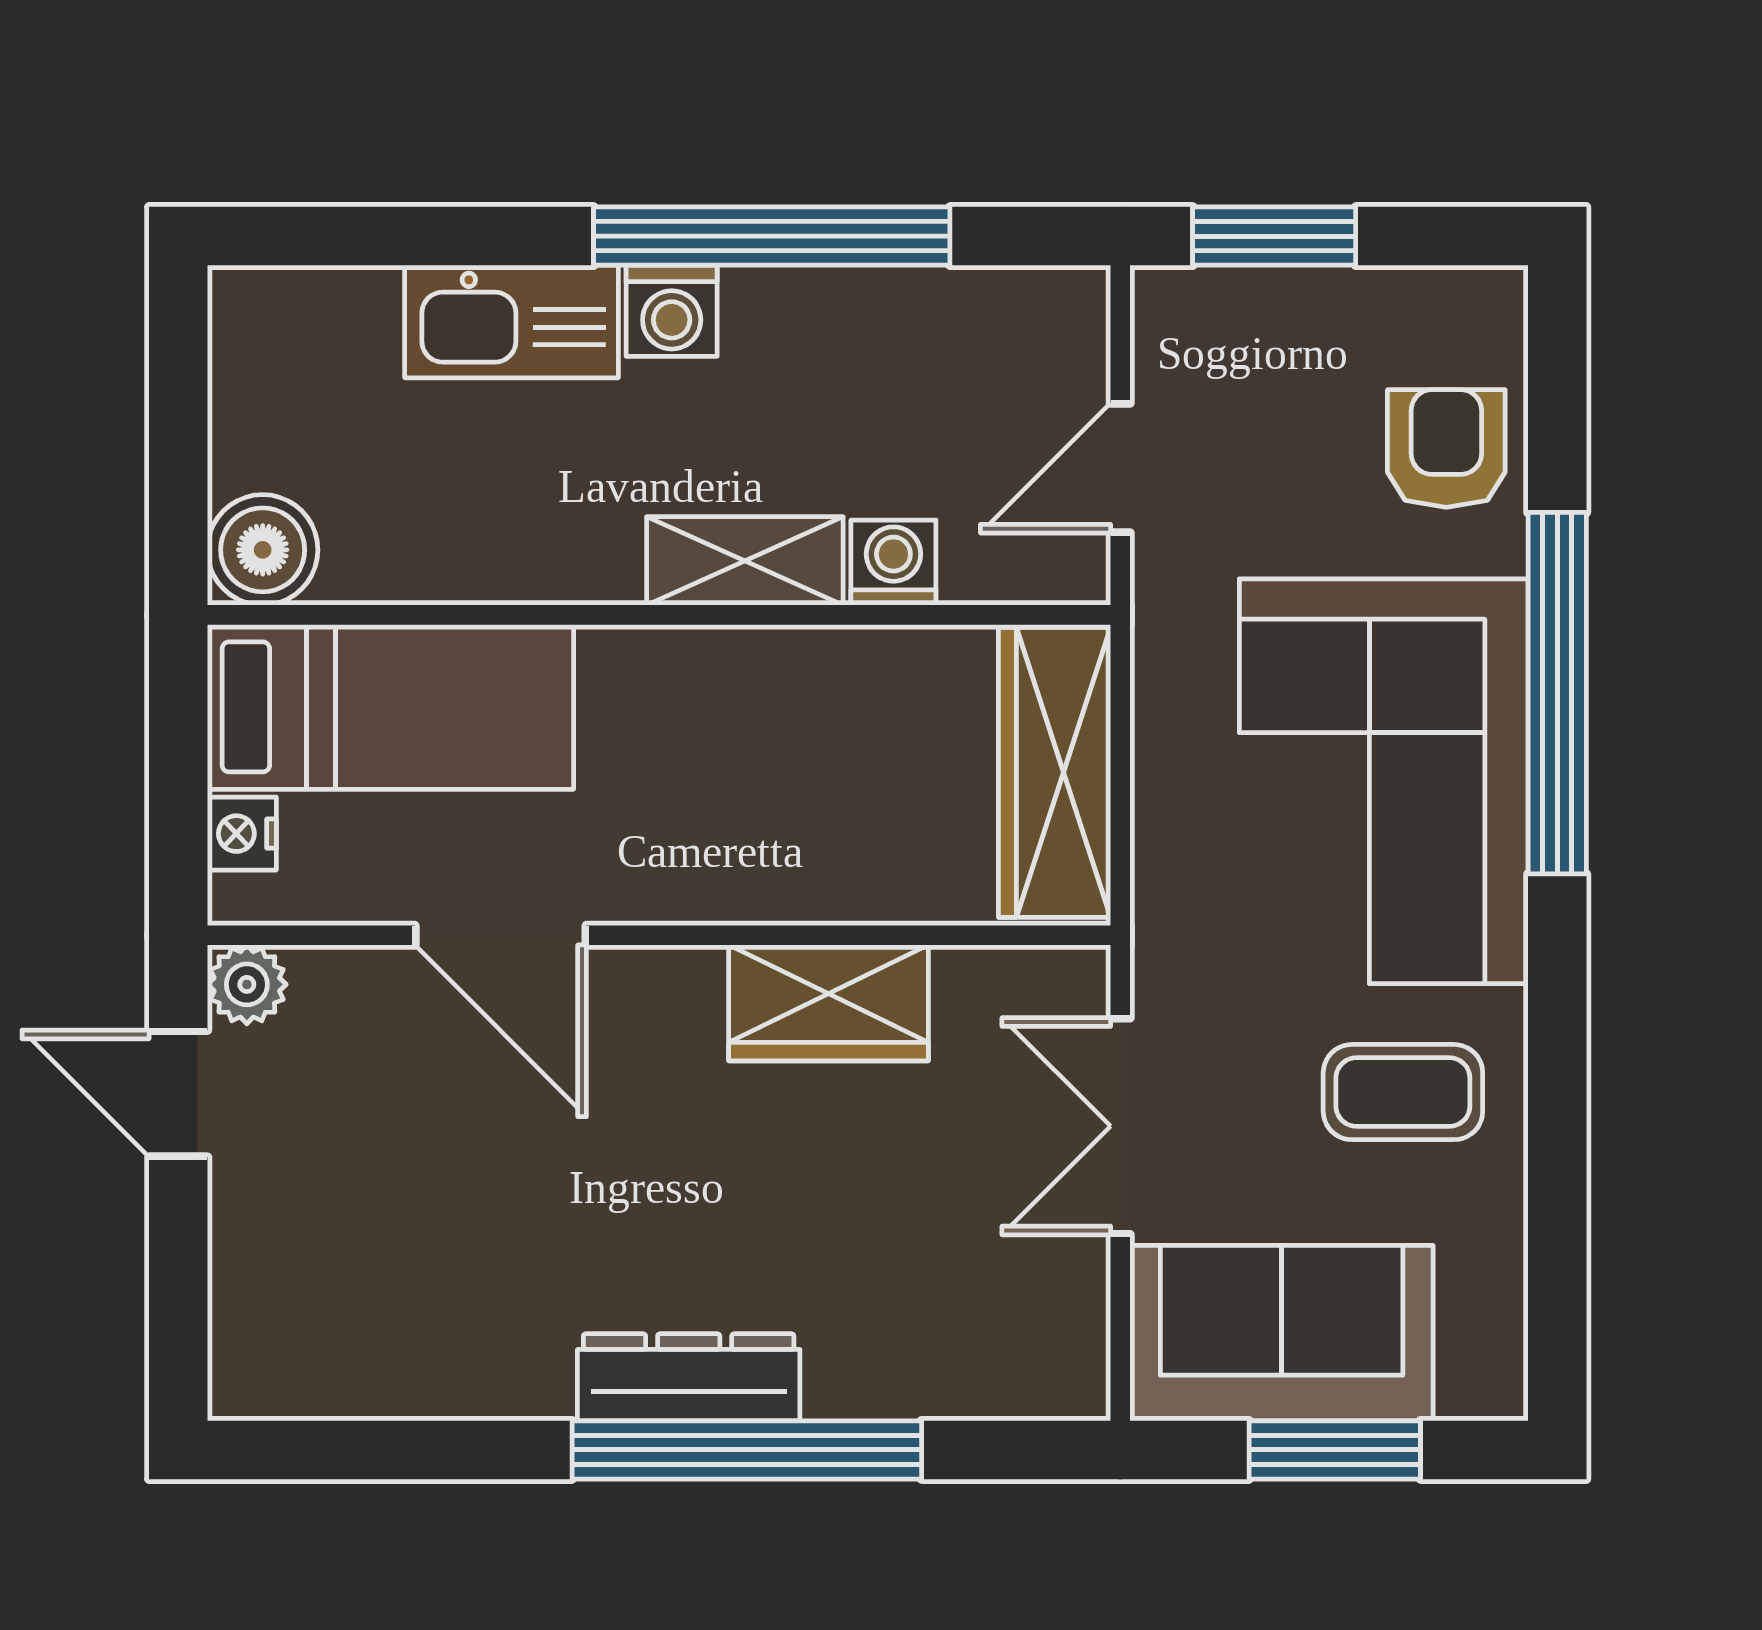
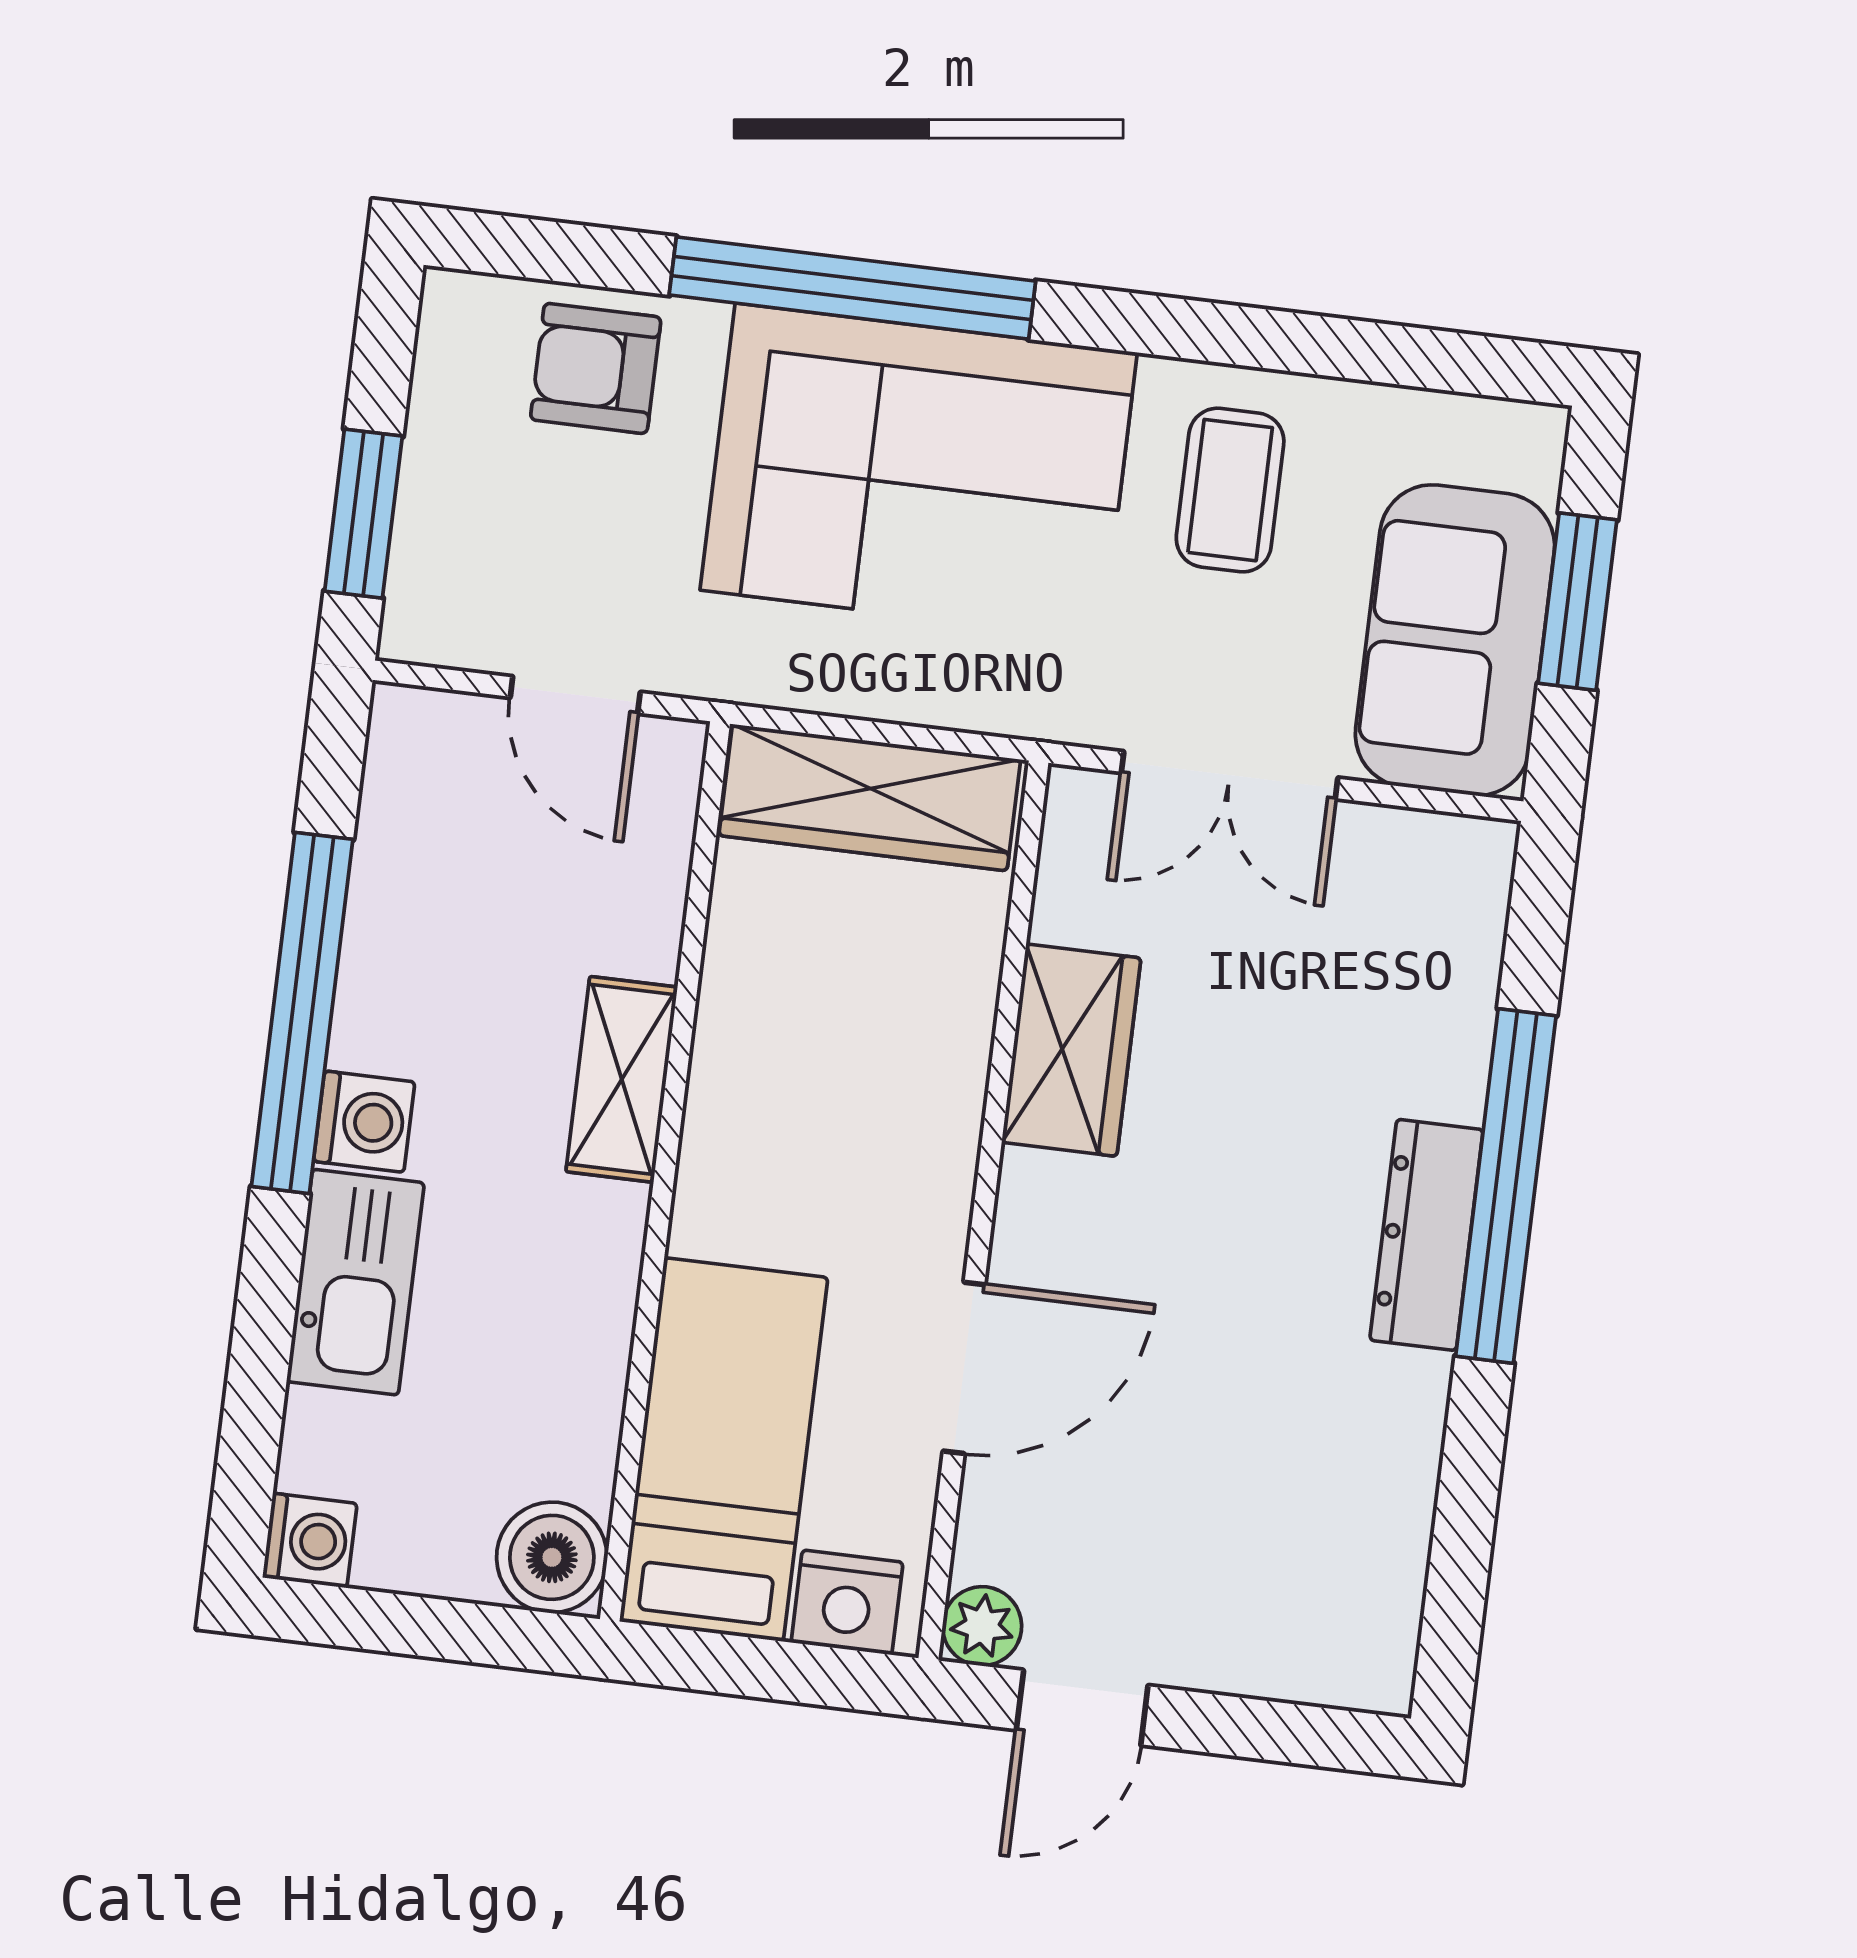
washing machine: (893, 563) -> (310, 1541), moved, turned 180
nightstand: (242, 834) -> (847, 1602), width x1.39, depth x1.35

